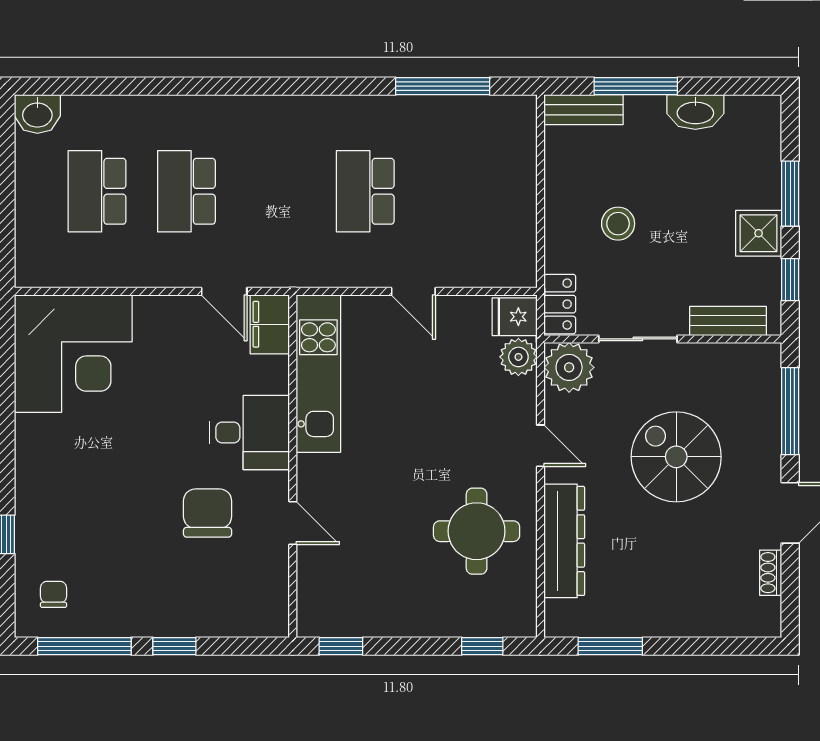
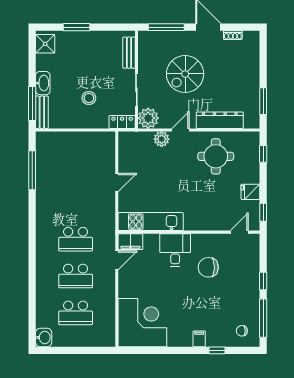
window: (636, 86) -> (32, 104), moved
washbasin: (695, 112) -> (43, 83), moved
school desk: (365, 191) -> (76, 239), moved
shower: (759, 233) -> (45, 44), moved
window: (790, 280) -> (112, 27), removed
fridge: (515, 317) -> (250, 192), moved, turned 90
plant: (518, 357) -> (162, 139), moved
filing cabinet: (34, 491) -> (199, 339), added
door: (293, 523) -> (239, 232), moved

